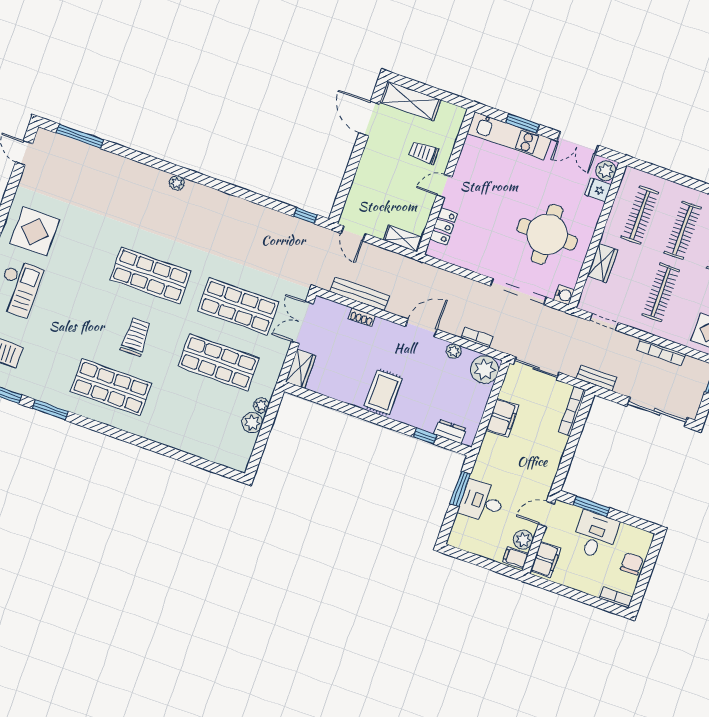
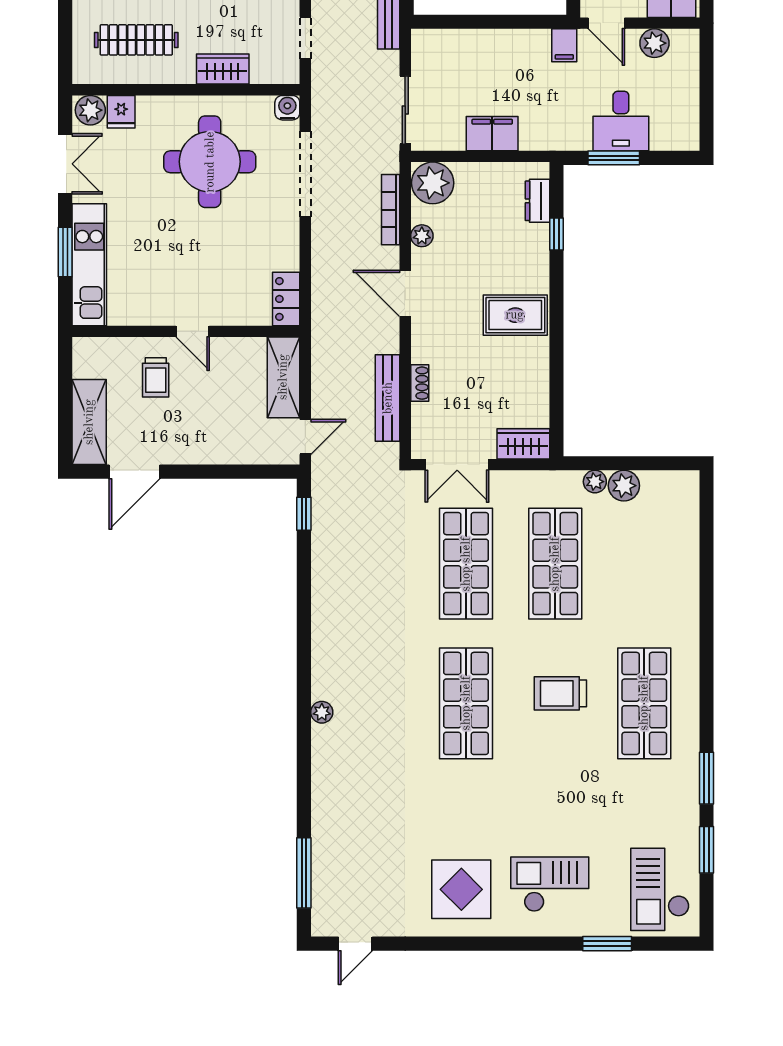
locker: (444, 226) -> (286, 299), moved, turned -90
shelving: (403, 238) -> (283, 377), width x1.50, depth x1.33
bookcase: (477, 337) -> (391, 210), width x1.56
bookcase: (572, 411) -> (448, 38), removed
filing cabinet: (515, 558) -> (564, 45), moved

